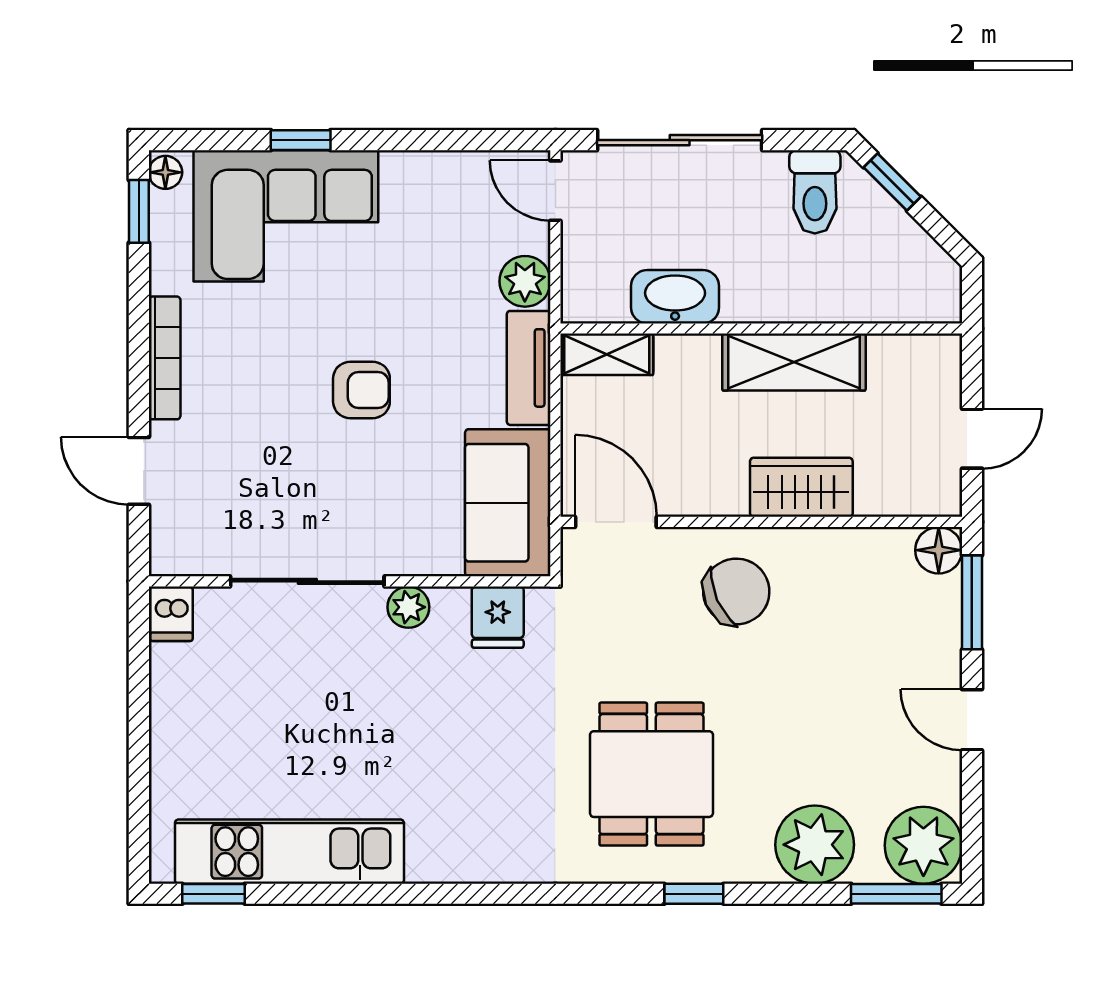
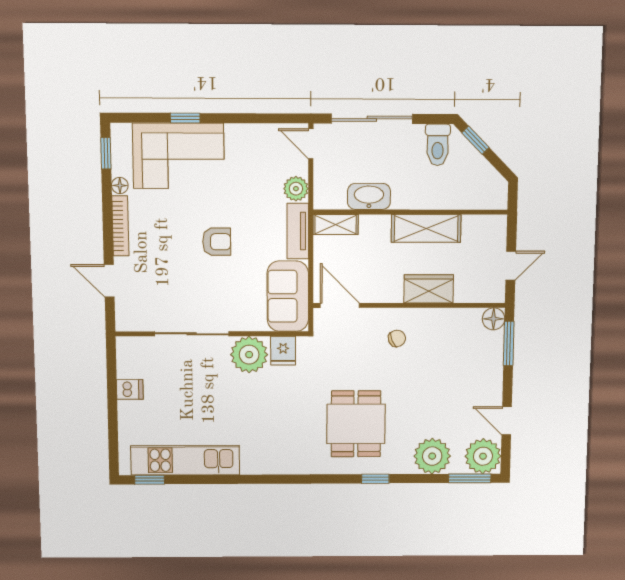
floor lamp: (165, 172) -> (120, 186), moved
chair: (736, 592) -> (397, 338), width x0.54, depth x0.54
plant: (408, 607) -> (249, 355), width x1.87, depth x1.87
dishwasher: (171, 614) -> (130, 390), moved, turned -90
door: (972, 720) -> (507, 421), moved

